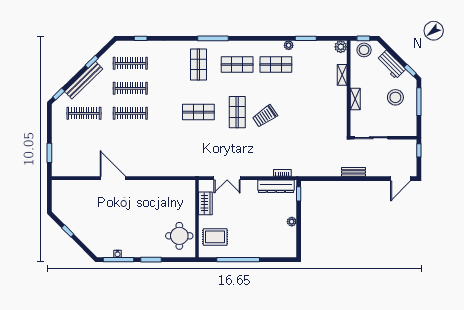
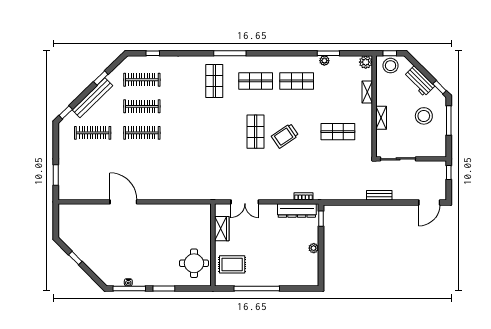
plant: (289, 45) -> (324, 61), moved
shop shelf: (198, 112) -> (338, 132), moved

